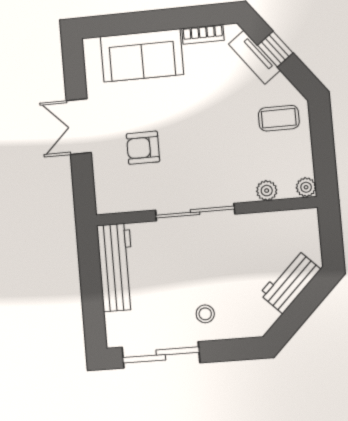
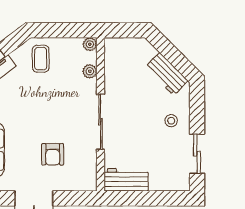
workbench: (116, 267) -> (126, 180), width x0.73
workbench: (290, 282) -> (167, 74), moved
sliding door: (161, 355) -> (197, 154), width x0.73

